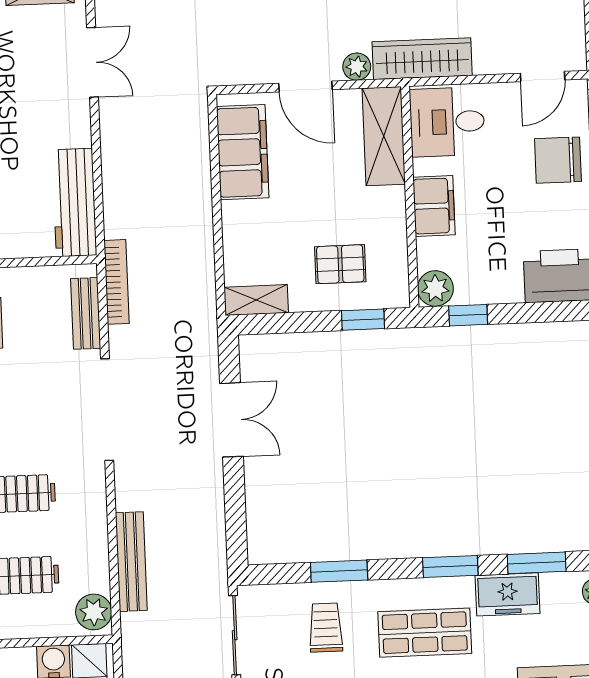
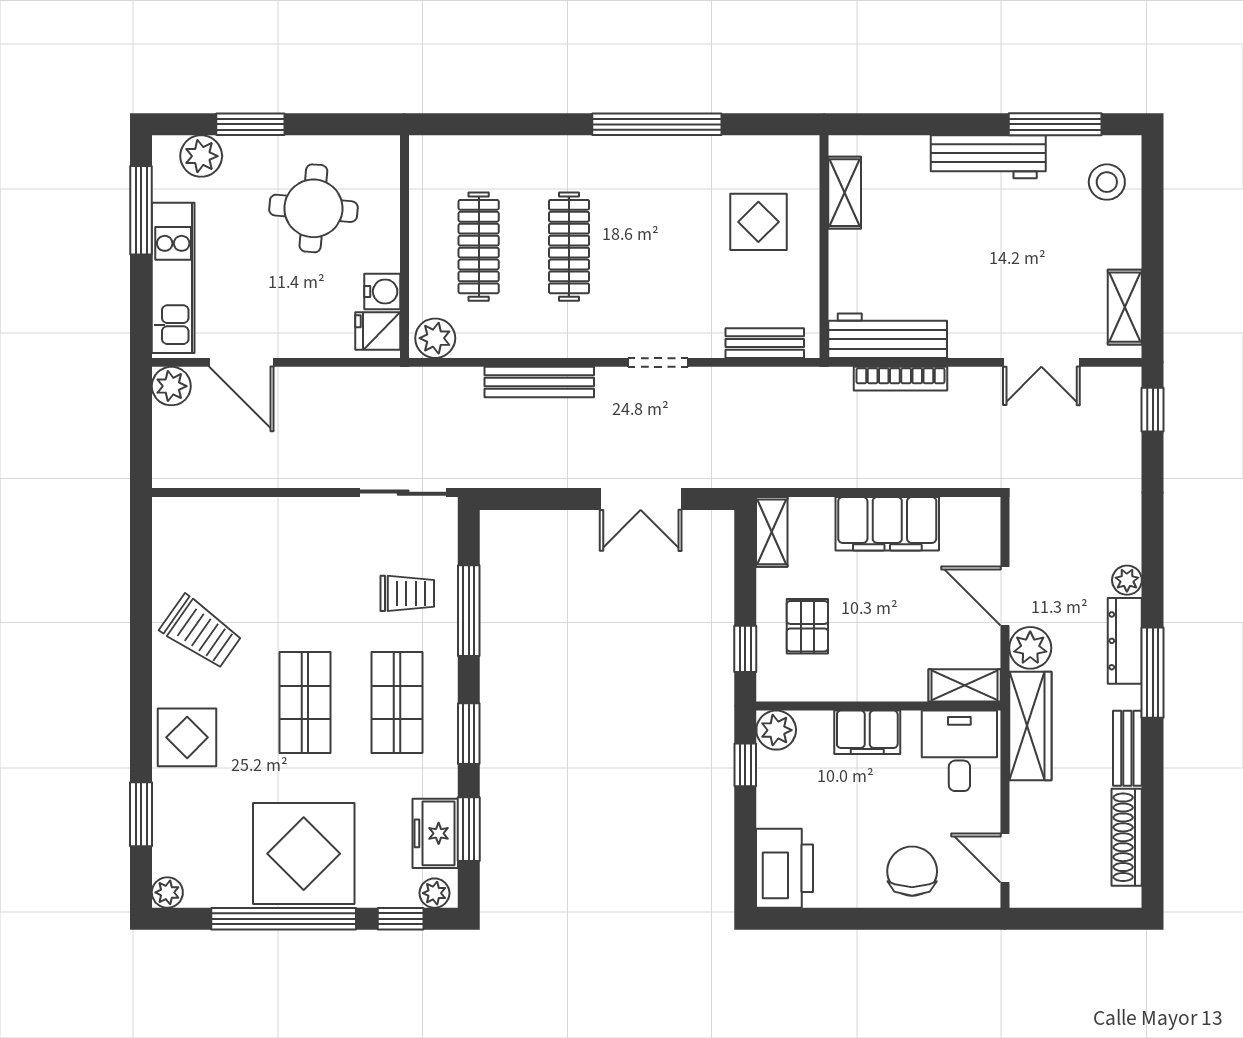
plant: (357, 67) -> (1030, 648), width x1.38, depth x1.38
door: (305, 87) -> (1005, 596), hinge flipped
shelving: (384, 136) -> (965, 685), width x0.67, depth x0.75
filing cabinet: (243, 152) -> (887, 524), moved
bookcase: (117, 282) -> (900, 379), moved
doorway: (107, 410) -> (658, 362), width x0.53
bench: (131, 562) -> (539, 382), moved
window: (339, 571) -> (469, 611), width x1.44
freezer: (508, 594) -> (435, 833), moved

